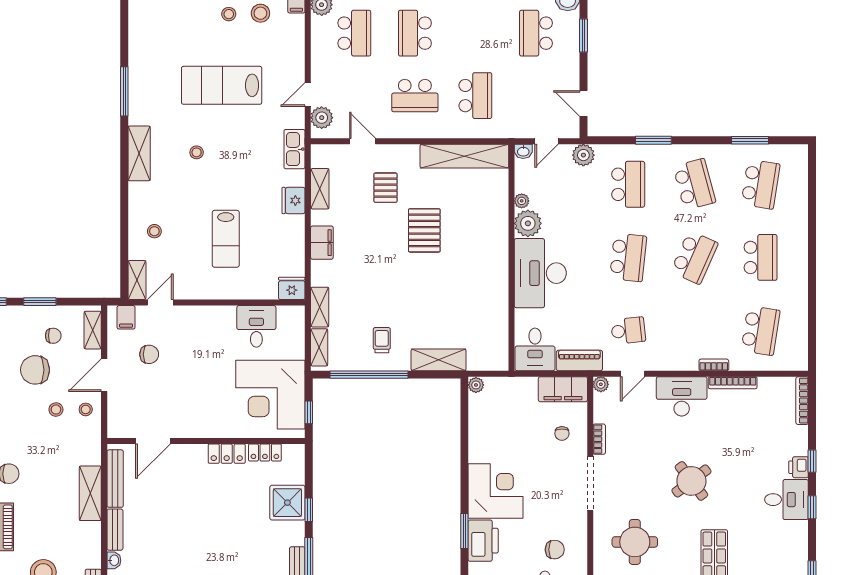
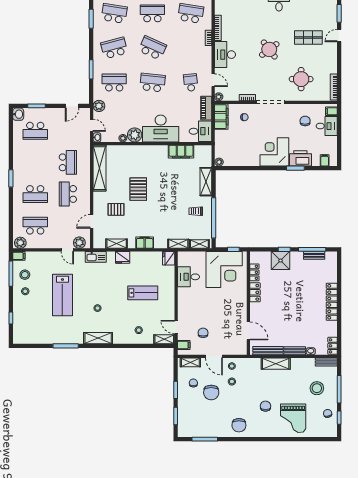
school desk: (415, 96) -> (68, 194), turned 180
school desk: (475, 96) -> (68, 162), turned 90
pallet: (424, 230) -> (138, 189), turned 90
filing cabinet: (496, 312) -> (181, 152), added

